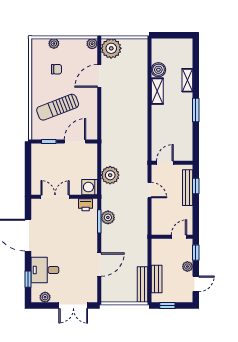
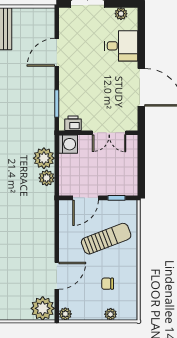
plant: (108, 217) -> (47, 178), moved
window: (28, 279) -> (141, 35), removed

